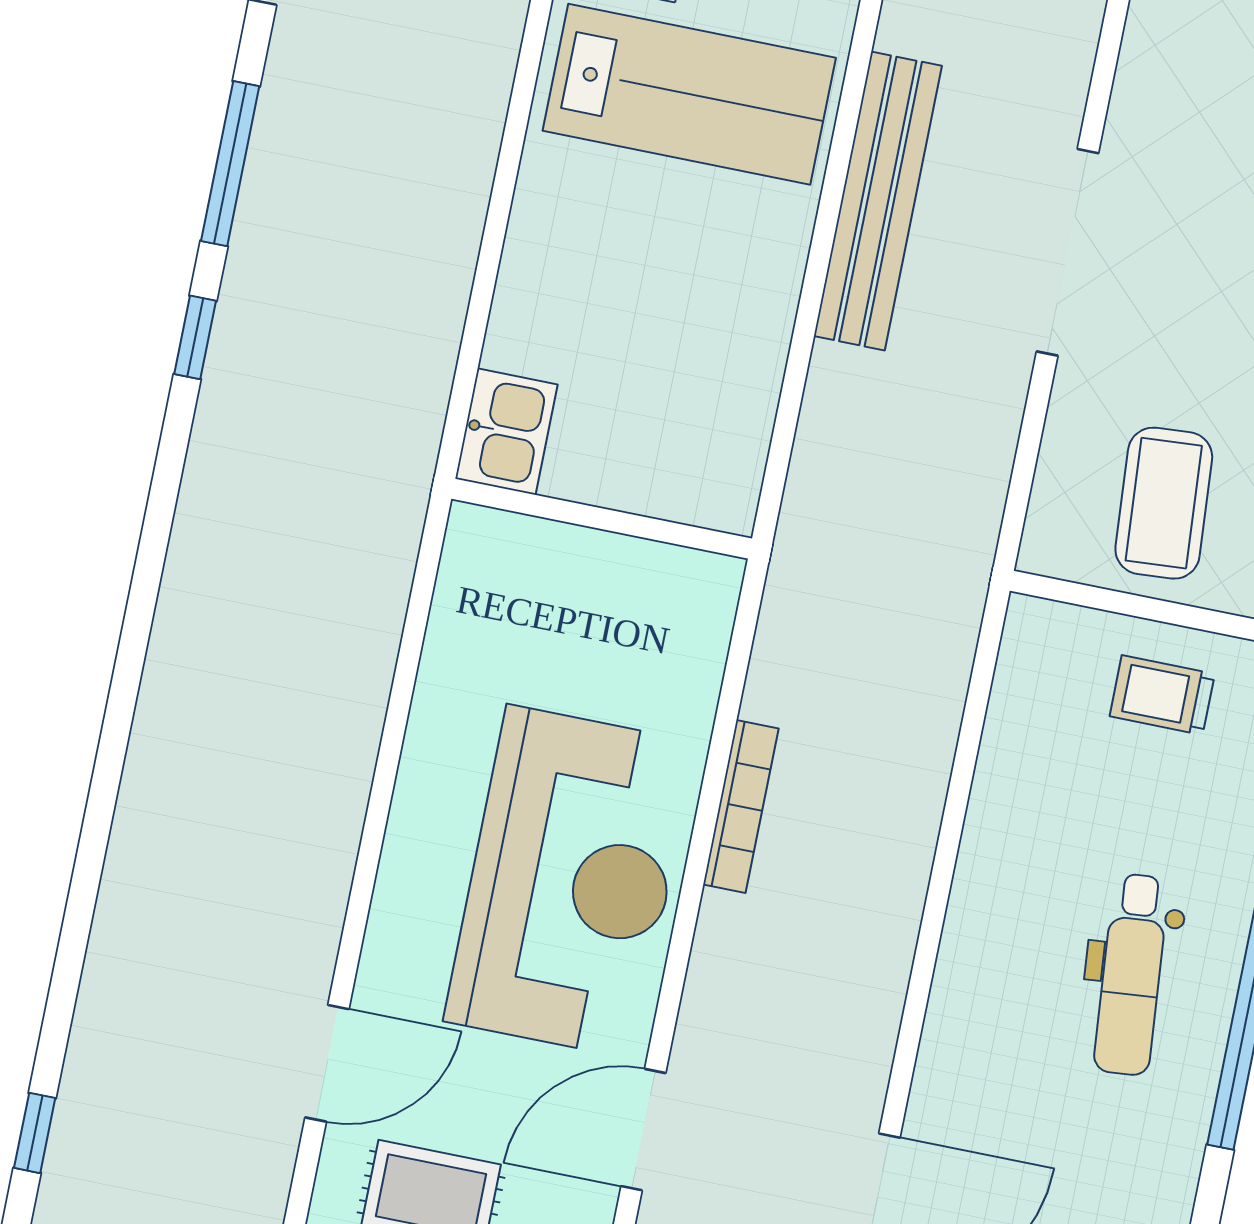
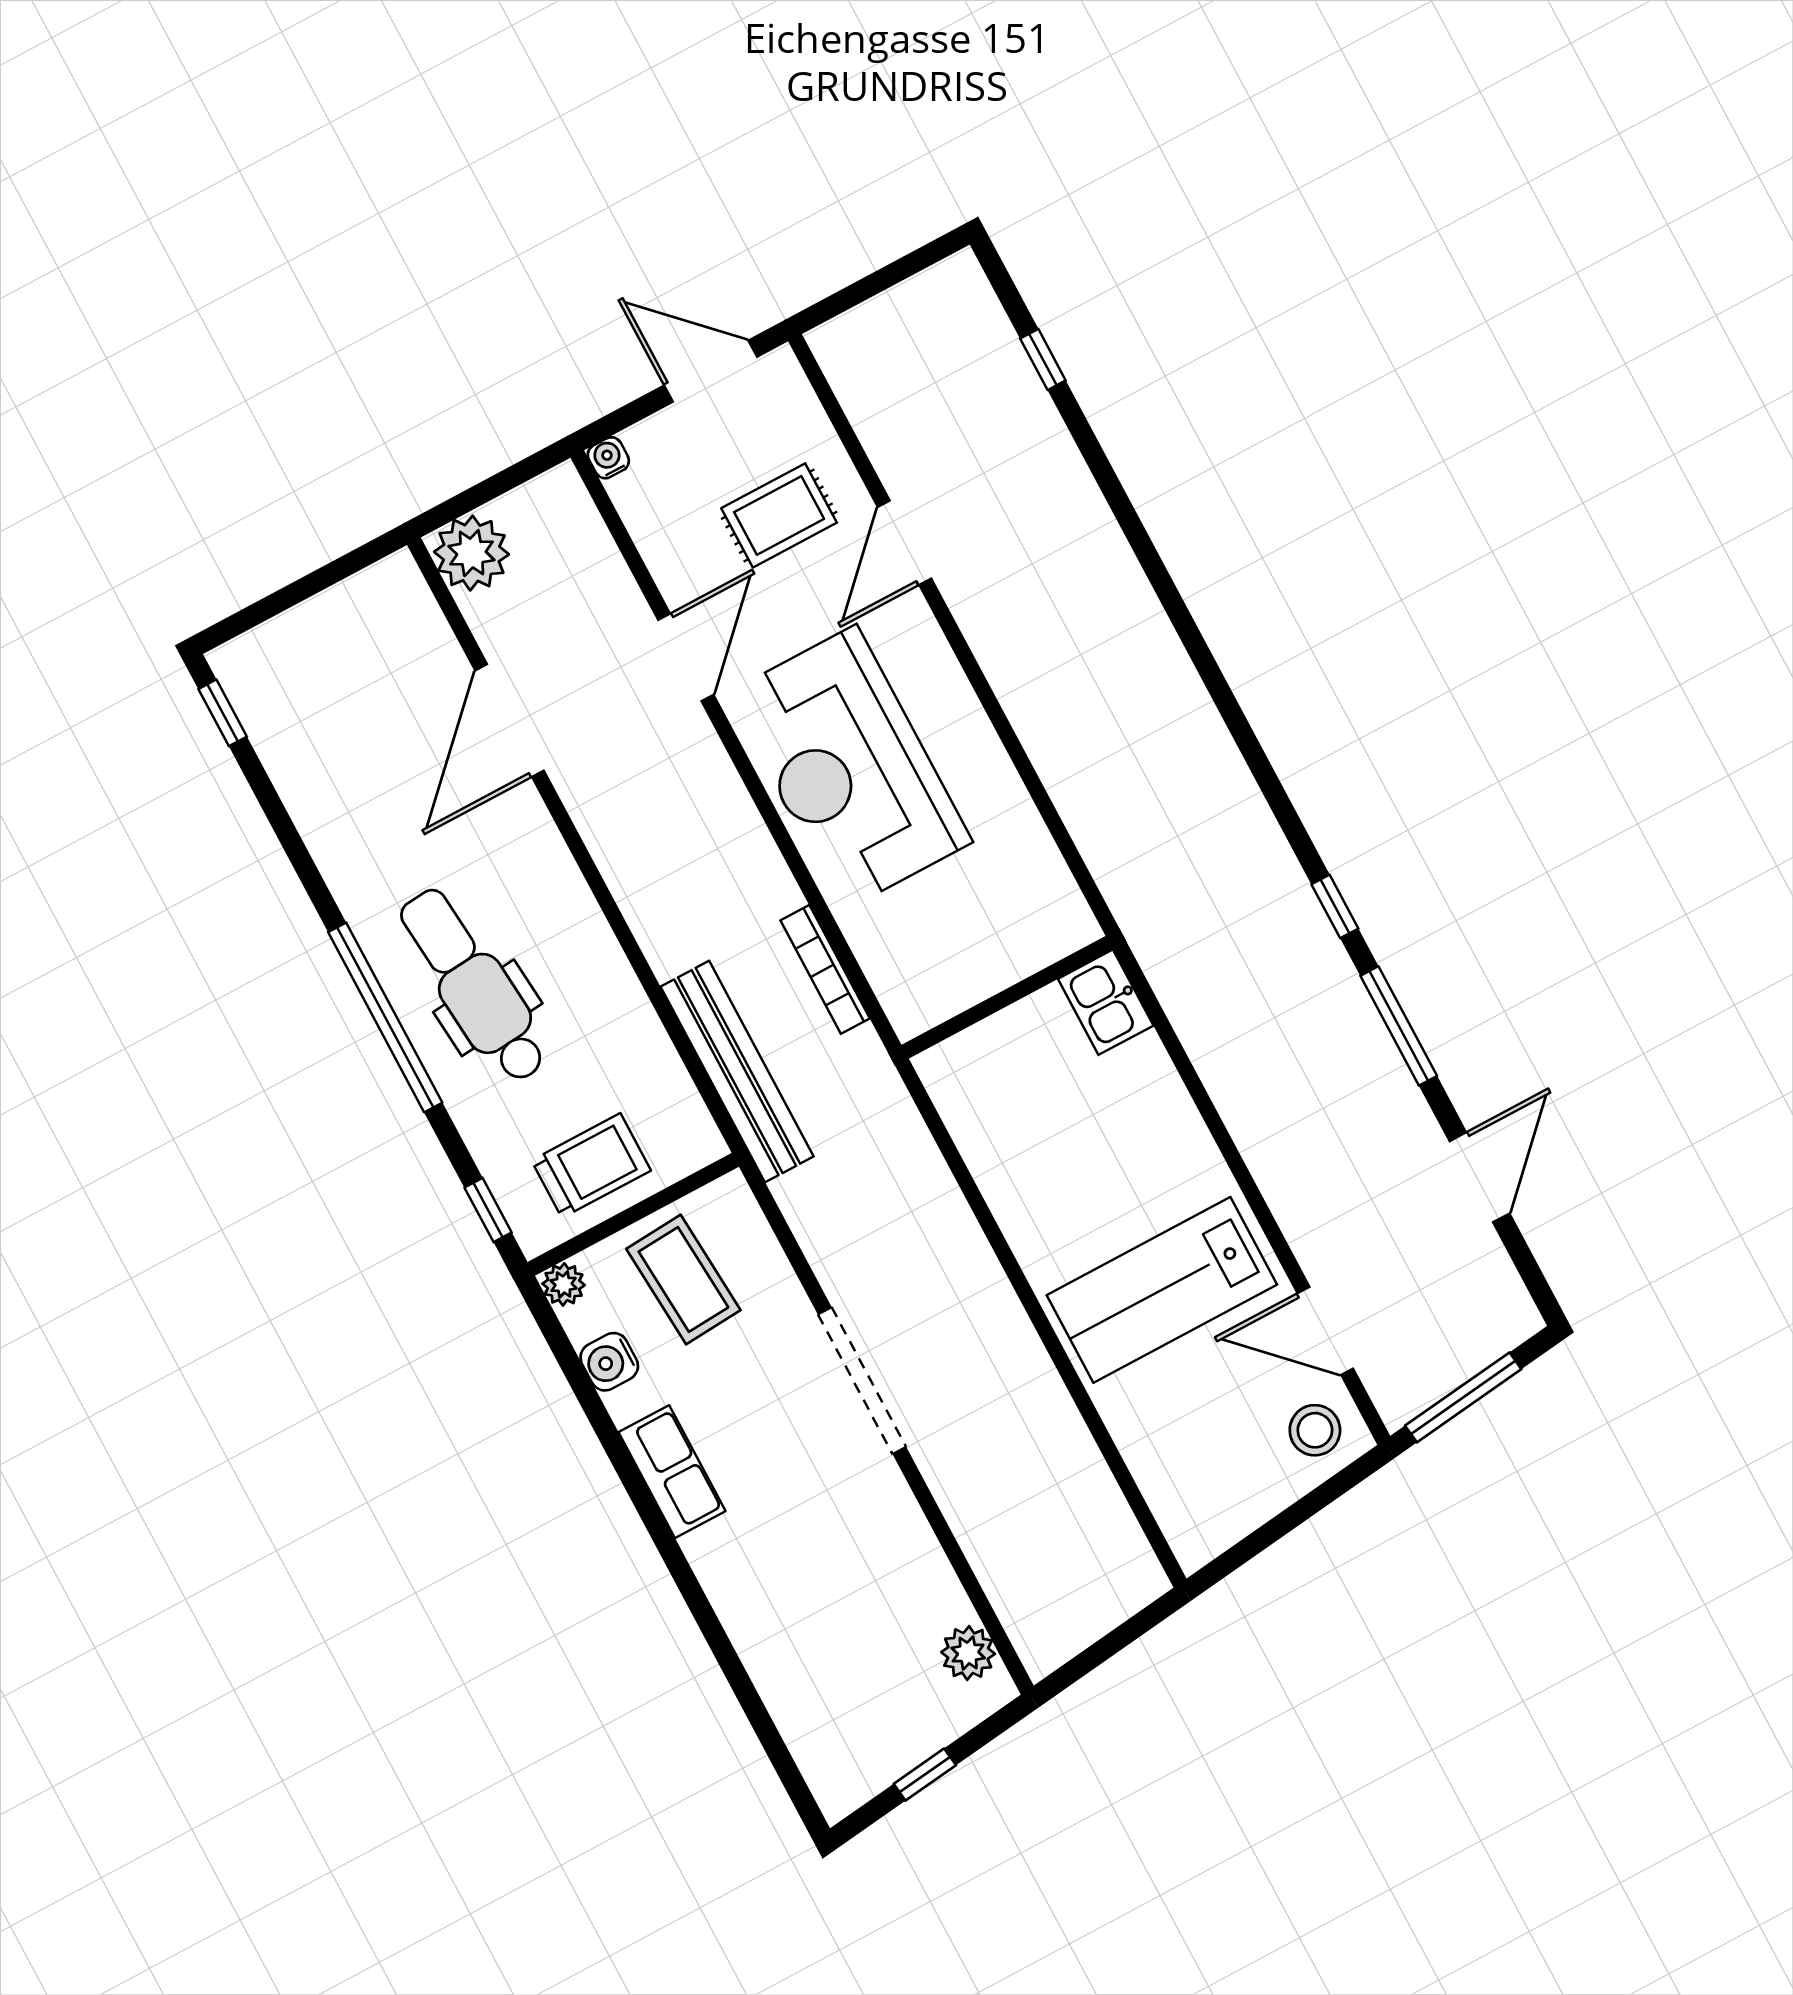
bench: (878, 201) -> (737, 1072), moved
trolley: (1162, 695) -> (591, 1166), width x1.36, depth x1.39
bookcase: (741, 806) -> (825, 969), moved
dental chair: (1131, 975) -> (473, 986), width x1.36, depth x1.38

